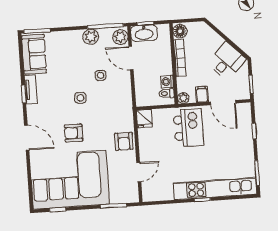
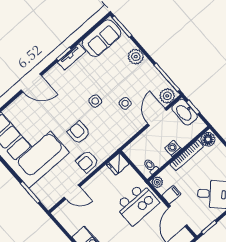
plant: (91, 37) -> (136, 57), moved
washing machine: (167, 82) -> (173, 148), moved
armchair: (74, 133) -> (79, 133), moved
door: (27, 138) -> (31, 83), hinge flipped

